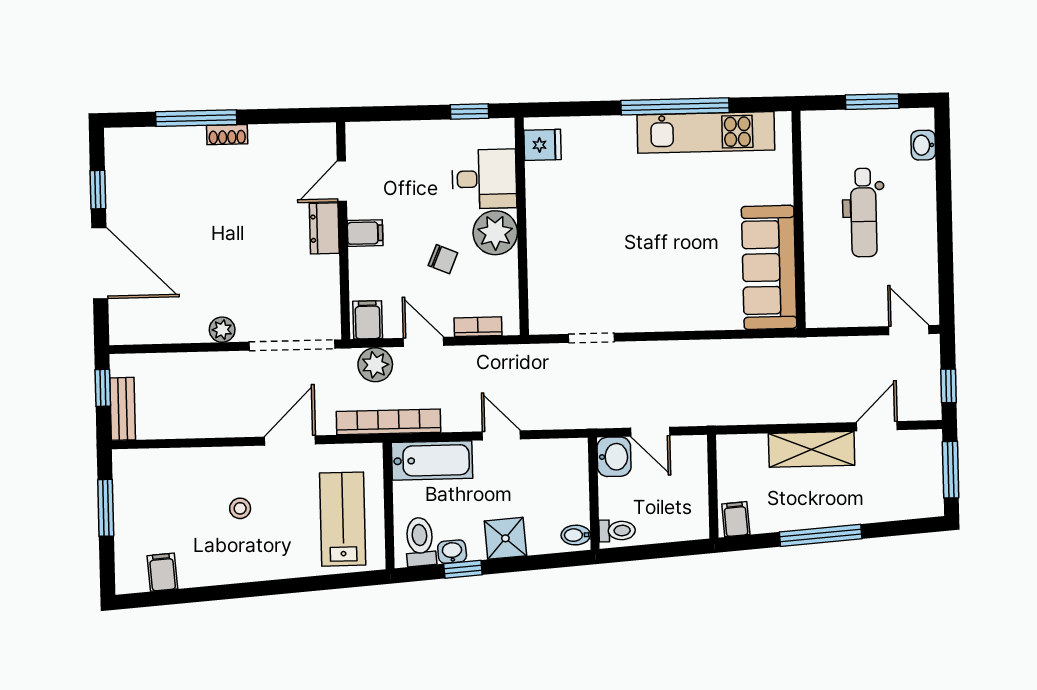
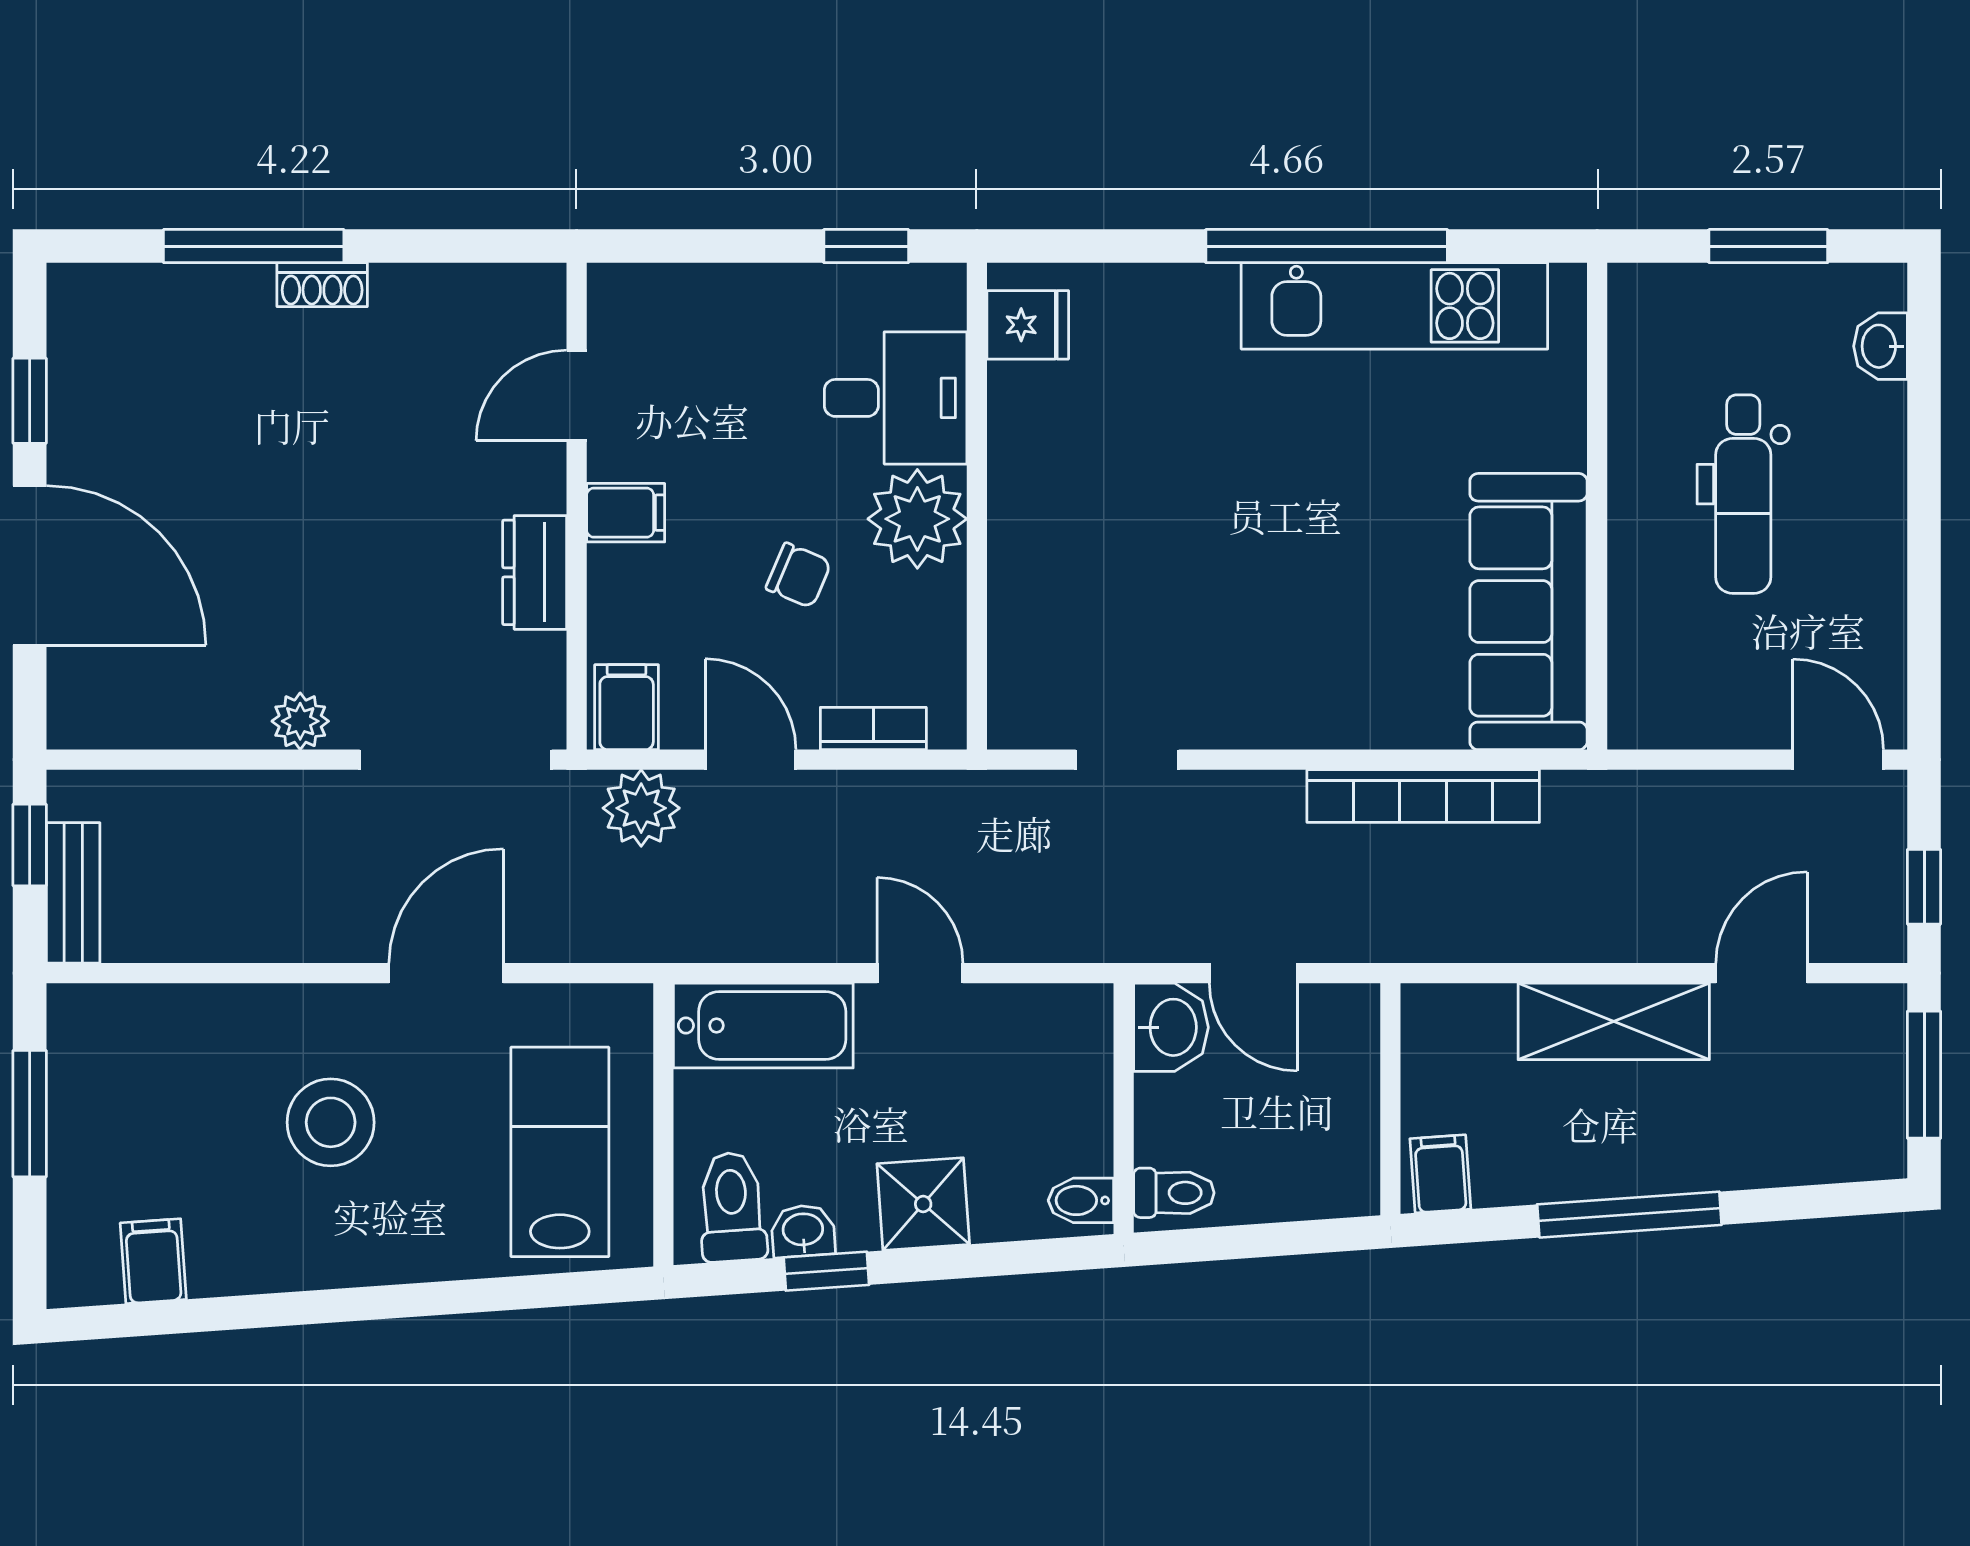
dresser: (324, 228) -> (535, 572), moved
bookcase: (389, 422) -> (1423, 796), moved, turned 180
stool: (240, 508) -> (331, 1122), width x1.89, depth x1.89

